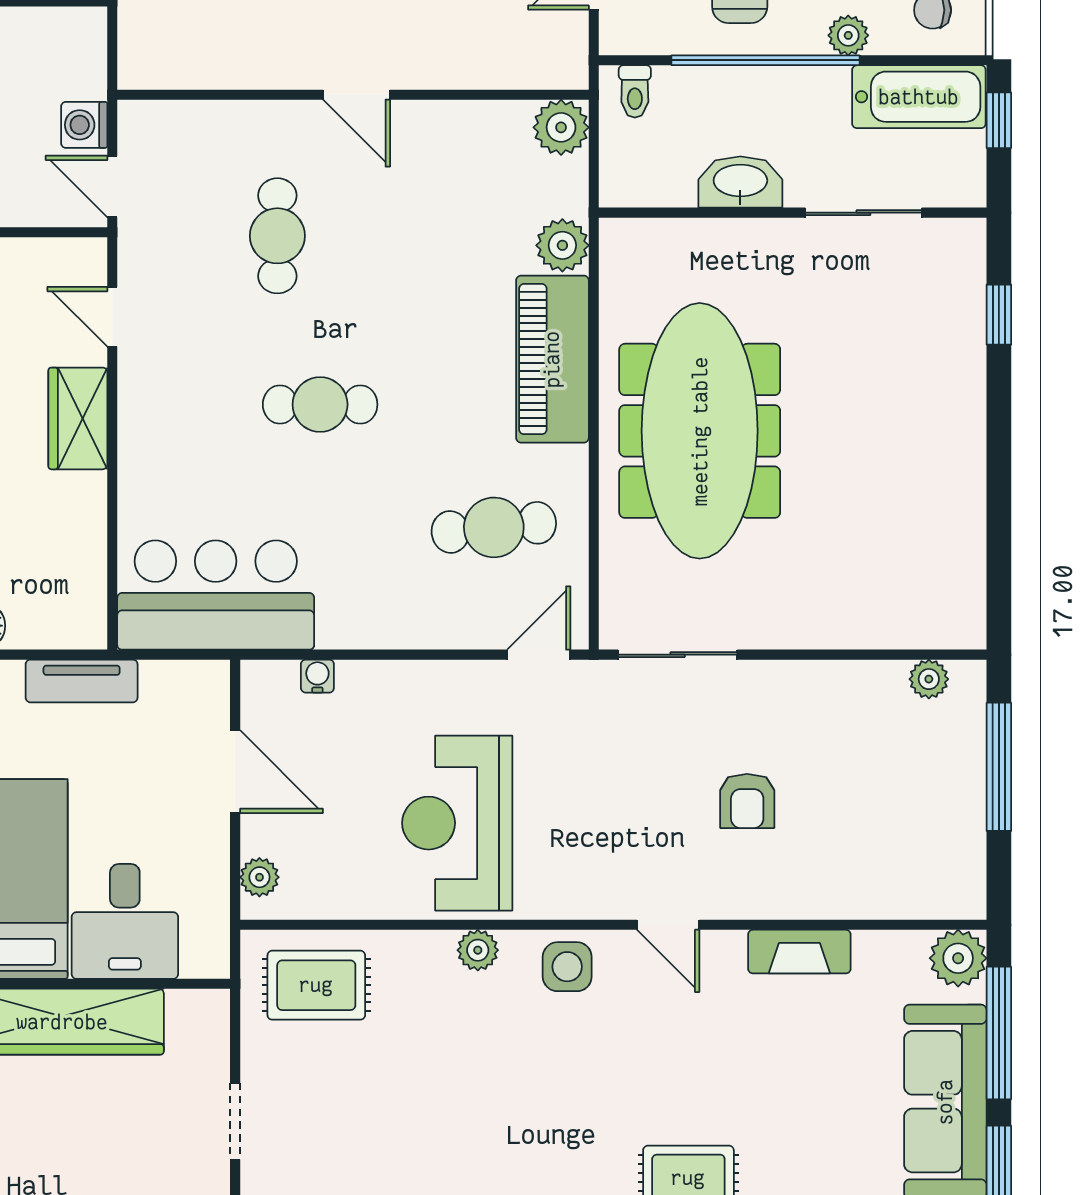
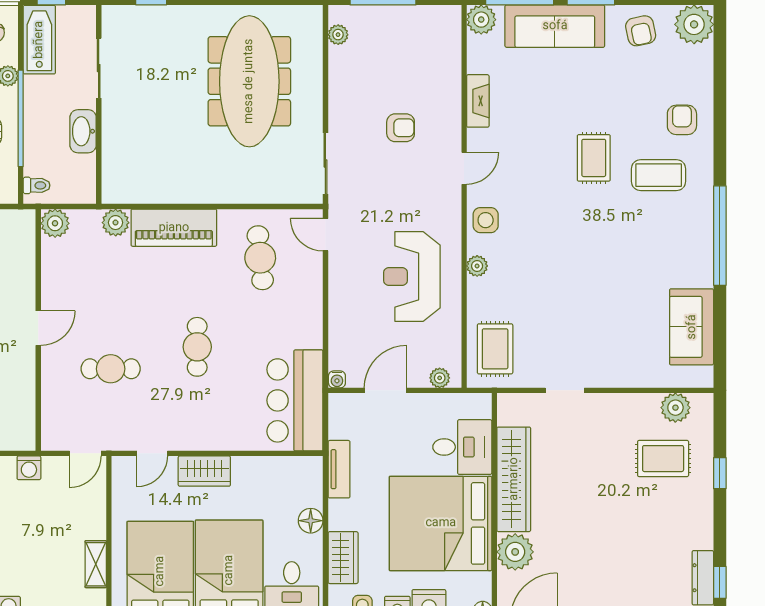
washing machine: (84, 125) -> (29, 468), moved
meeting table: (700, 431) -> (249, 81), moved, turned 90
water cooler: (317, 676) -> (337, 379), moved, turned -90
reception desk: (457, 823) -> (412, 276), turned 90

